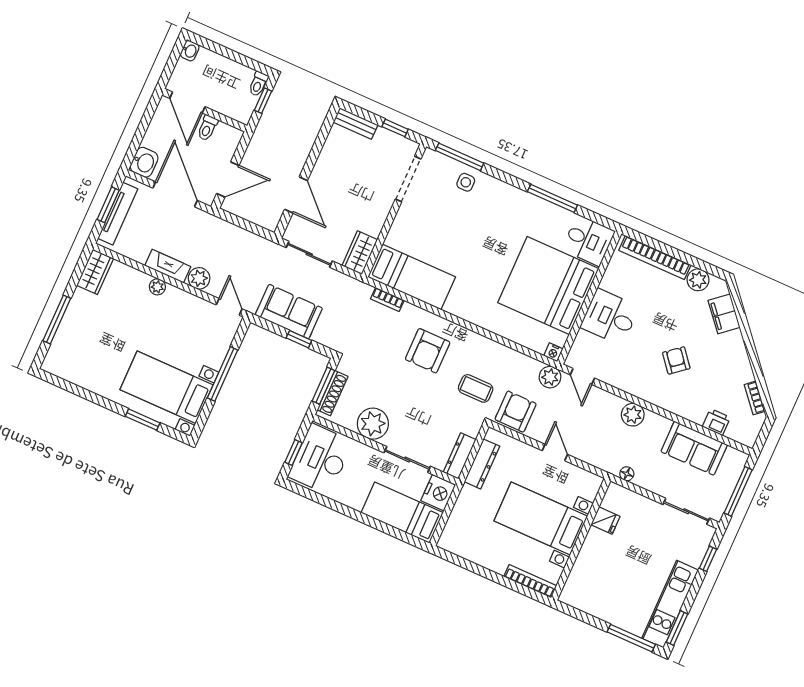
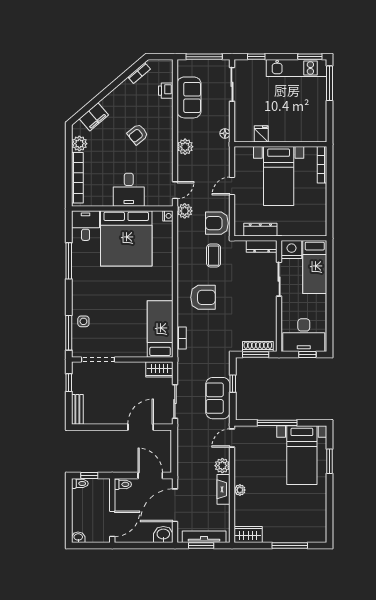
toilet: (207, 128) -> (123, 484), moved
plant: (373, 424) -> (266, 312), removed

